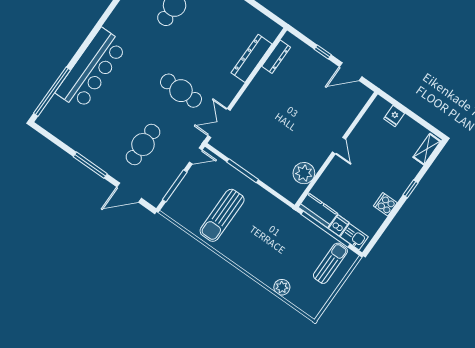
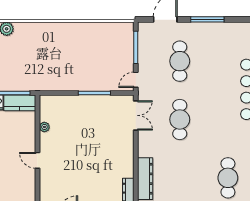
cafe table: (181, 91) -> (180, 119), turned 90
plant: (304, 173) -> (44, 127), width x0.53, depth x0.53
sun lounger: (222, 215) -> (87, 50), removed

